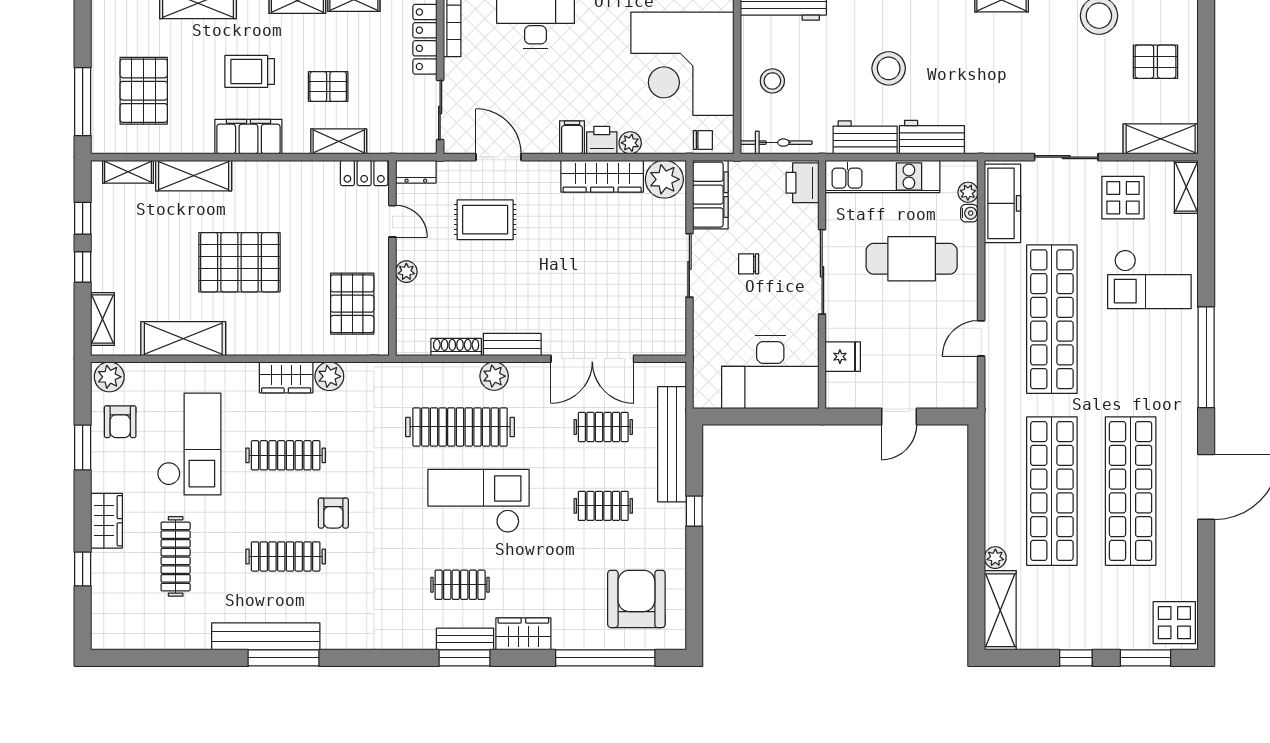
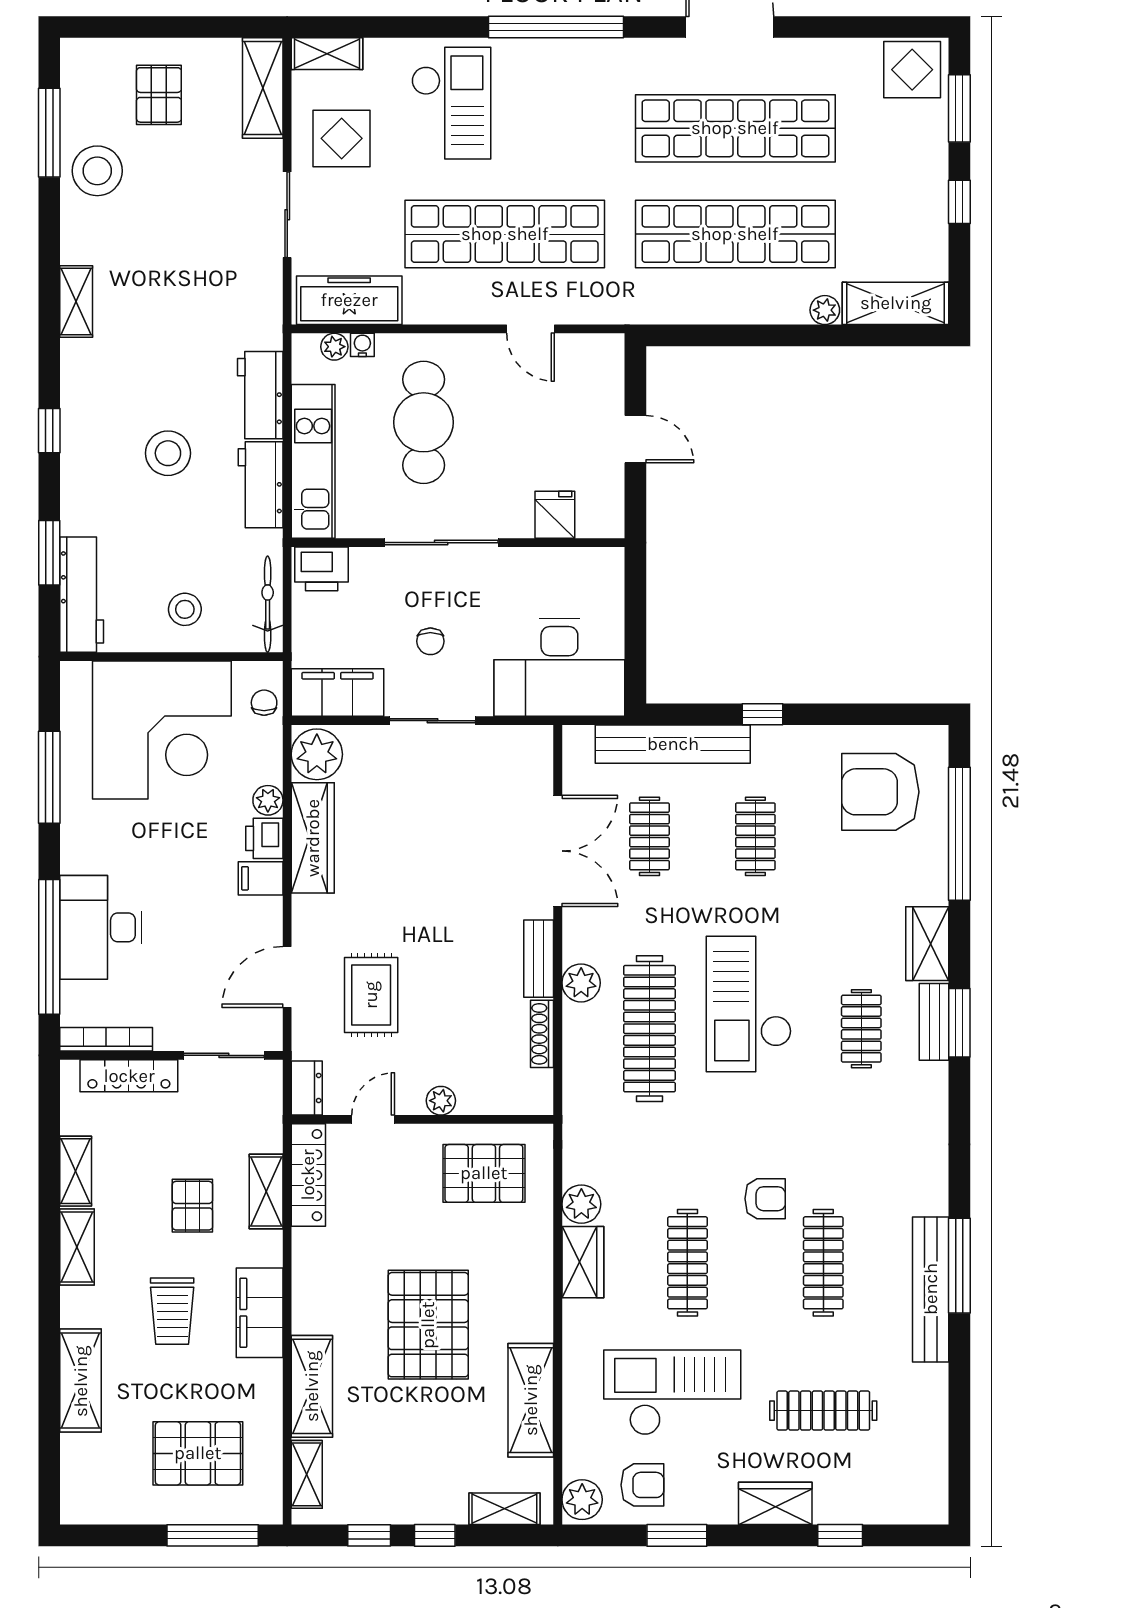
locker: (364, 173) -> (308, 1175), width x1.53
desk: (770, 372) -> (559, 668), moved, turned 90

